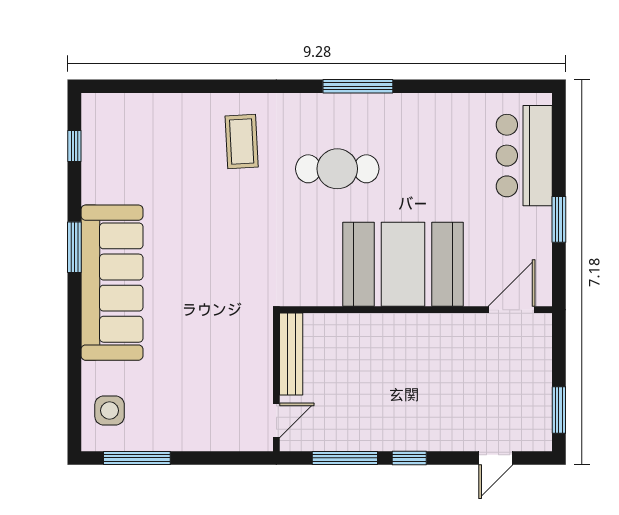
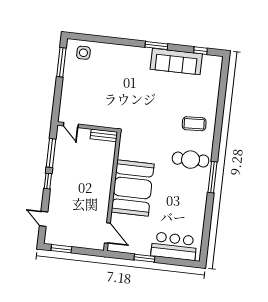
cafe table: (337, 169) -> (191, 160), moved, turned 90
sofa: (112, 283) -> (176, 61), moved, width x0.74, depth x0.79
bench: (291, 354) -> (104, 135), width x0.73

